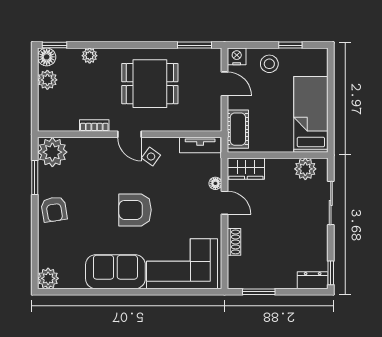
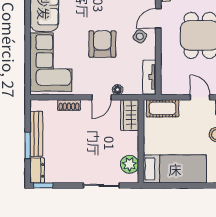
door: (225, 84) -> (200, 97), swing flipped
armchair: (135, 210) -> (102, 44), moved
bench: (269, 281) -> (36, 134), added
window: (259, 292) -> (28, 145), moved

